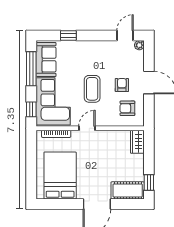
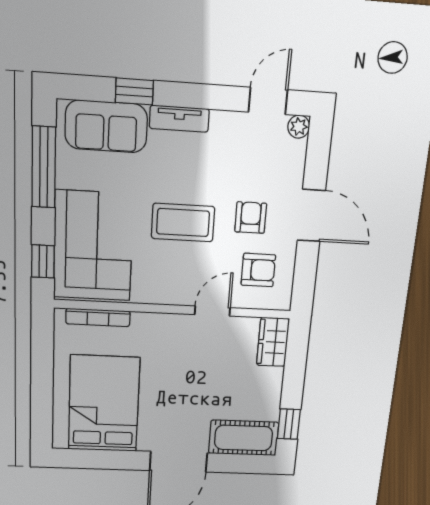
tv unit: (88, 45) -> (179, 119), added
sofa: (46, 60) -> (106, 126), moved, turned 90
coffee table: (92, 89) -> (183, 223), turned 90
armchair: (127, 108) -> (258, 270), turned 180
door: (87, 128) -> (212, 311), moved

